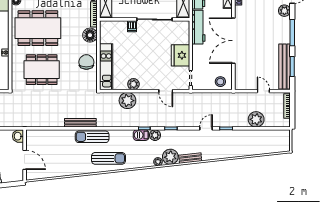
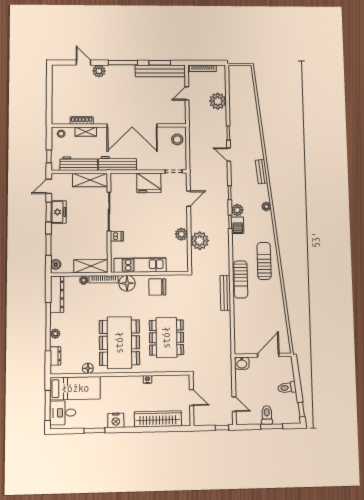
kitchen unit: (106, 67) -> (140, 265), moved
plant: (170, 157) -> (261, 193), removed

